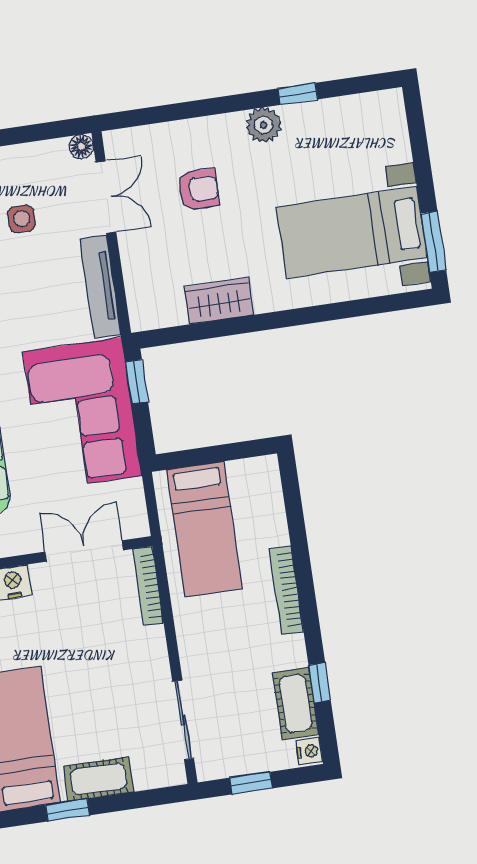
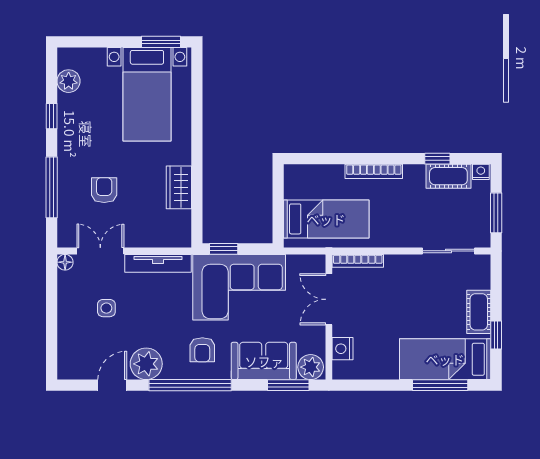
window: (191, 110) -> (52, 187), added
plant: (264, 125) -> (69, 81), moved
window: (251, 783) -> (496, 213), width x1.50

